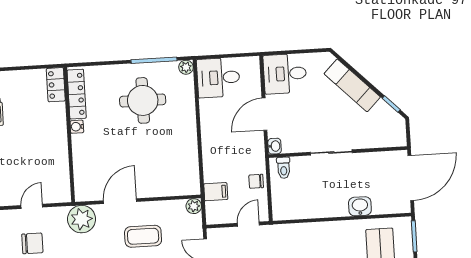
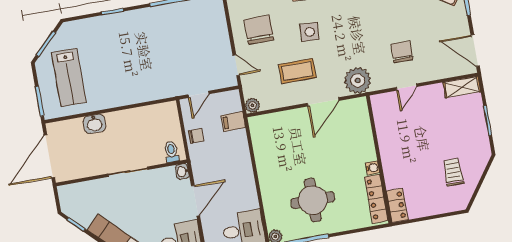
chair: (32, 243) -> (402, 52), turned 90

